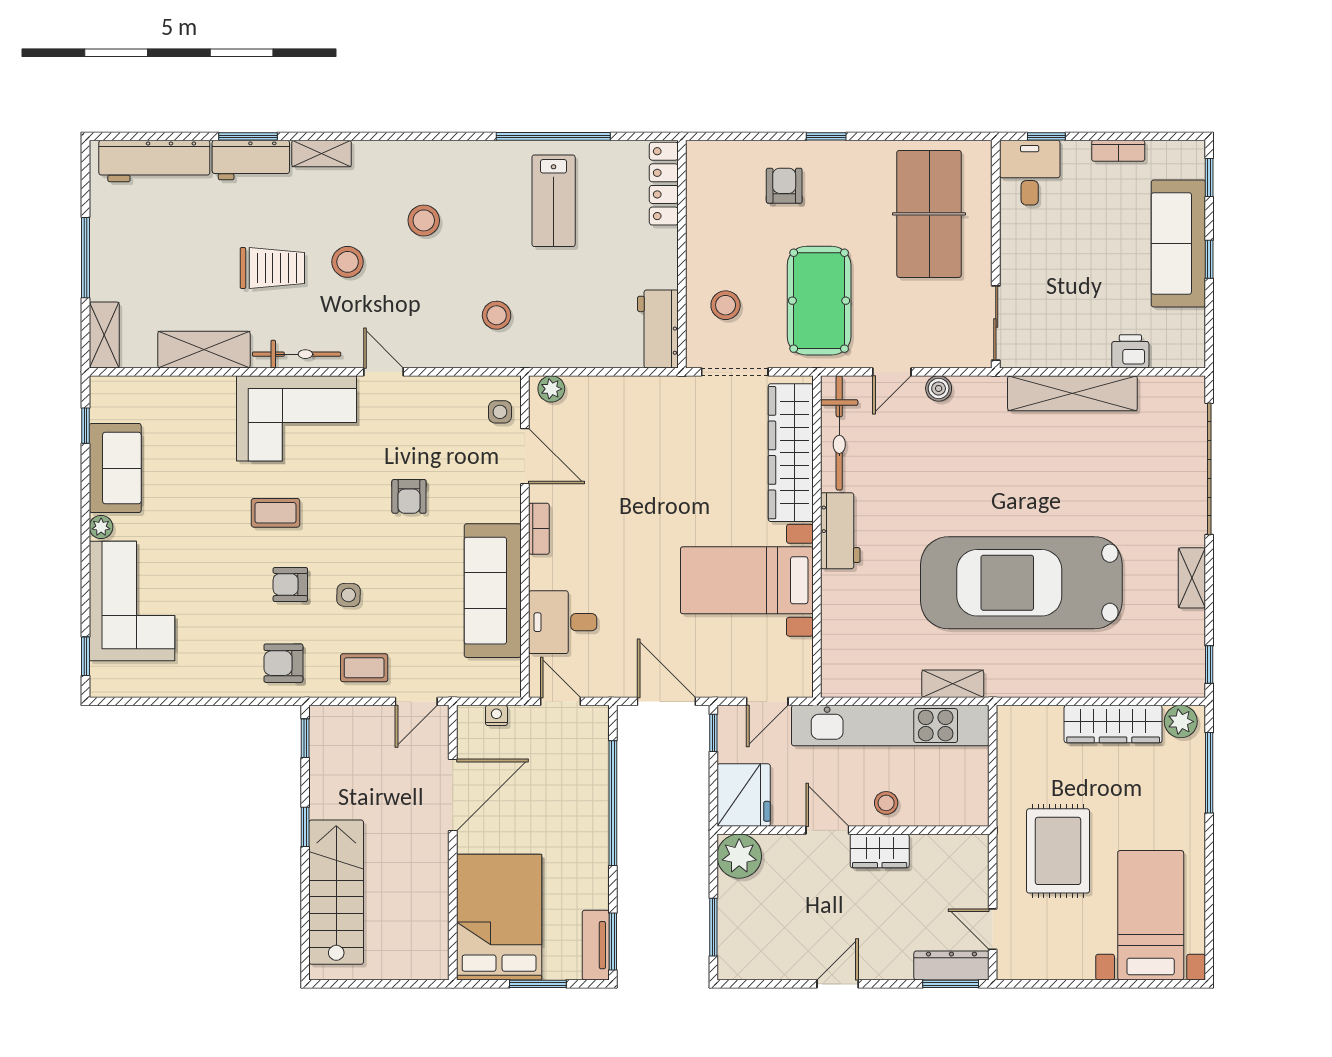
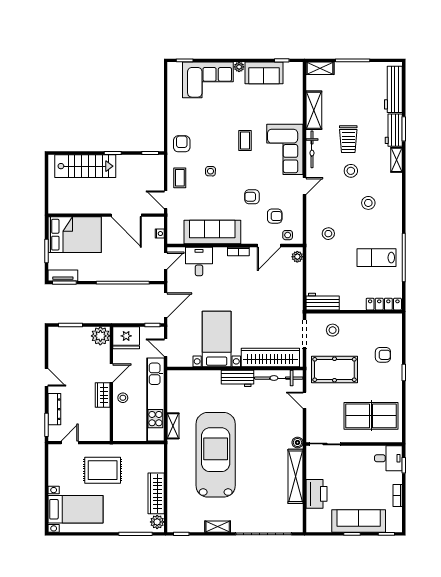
printer: (1130, 351) -> (317, 494), width x1.87, depth x1.48
boiler: (939, 388) -> (297, 443), moved
armchair: (290, 585) -> (275, 216), moved, turned 90
dresser: (951, 965) -> (54, 409), moved

